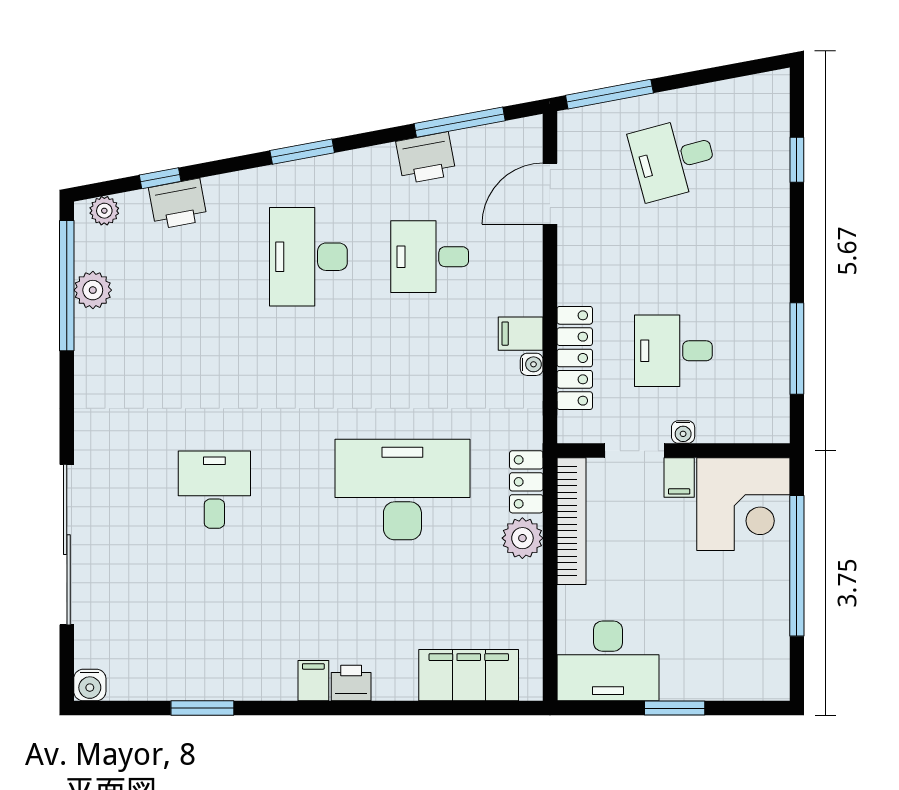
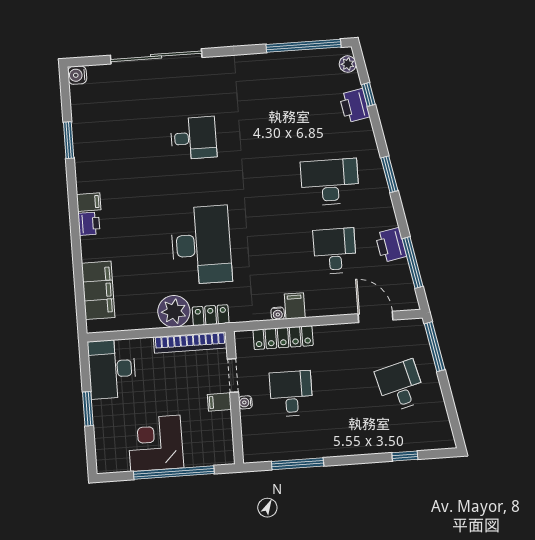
plant: (93, 290) -> (302, 61), removed
corner desk: (743, 504) -> (155, 443), moved, turned 90
plant: (522, 538) -> (174, 311), width x1.36, depth x1.36

